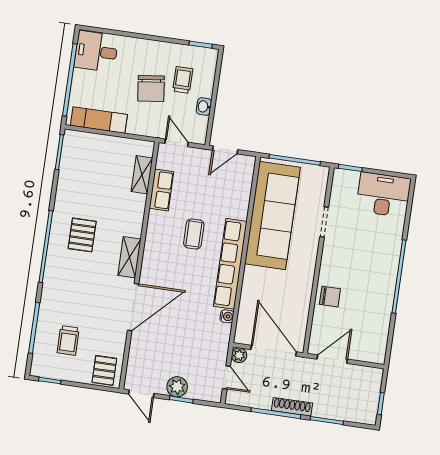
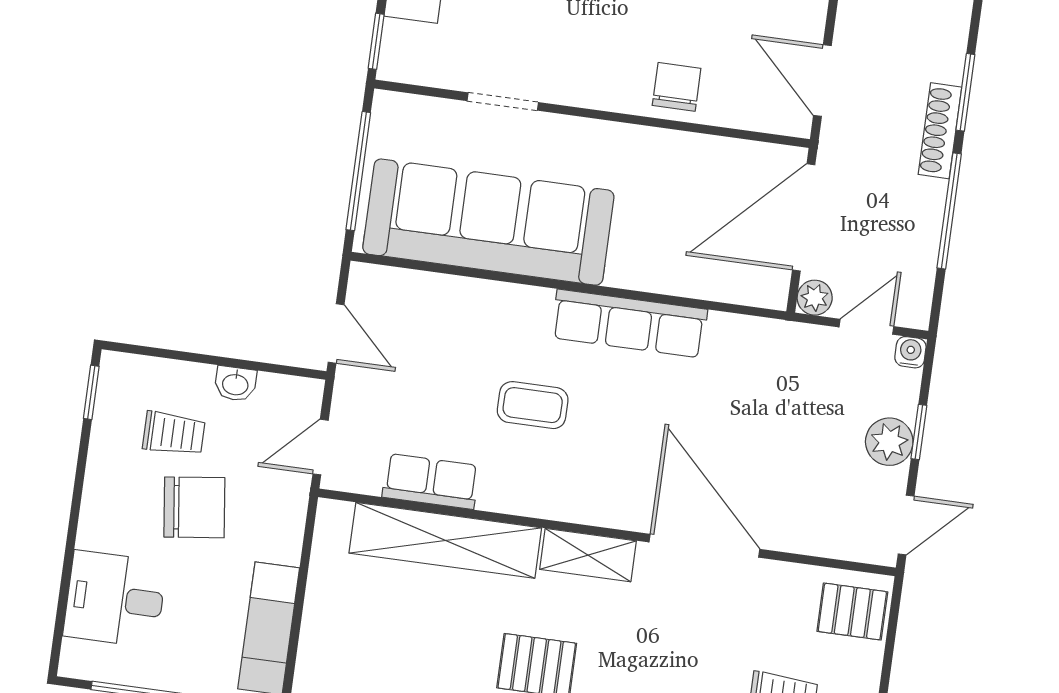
desk: (96, 51) -> (115, 599), moved, turned 90
trolley: (183, 80) -> (174, 433), turned 180
shelving: (142, 175) -> (445, 540), width x2.20, depth x1.33
row of seats: (230, 264) -> (629, 323), width x0.73
water cooler: (227, 316) -> (910, 352), moved
shoe rack: (292, 407) -> (940, 131), moved

